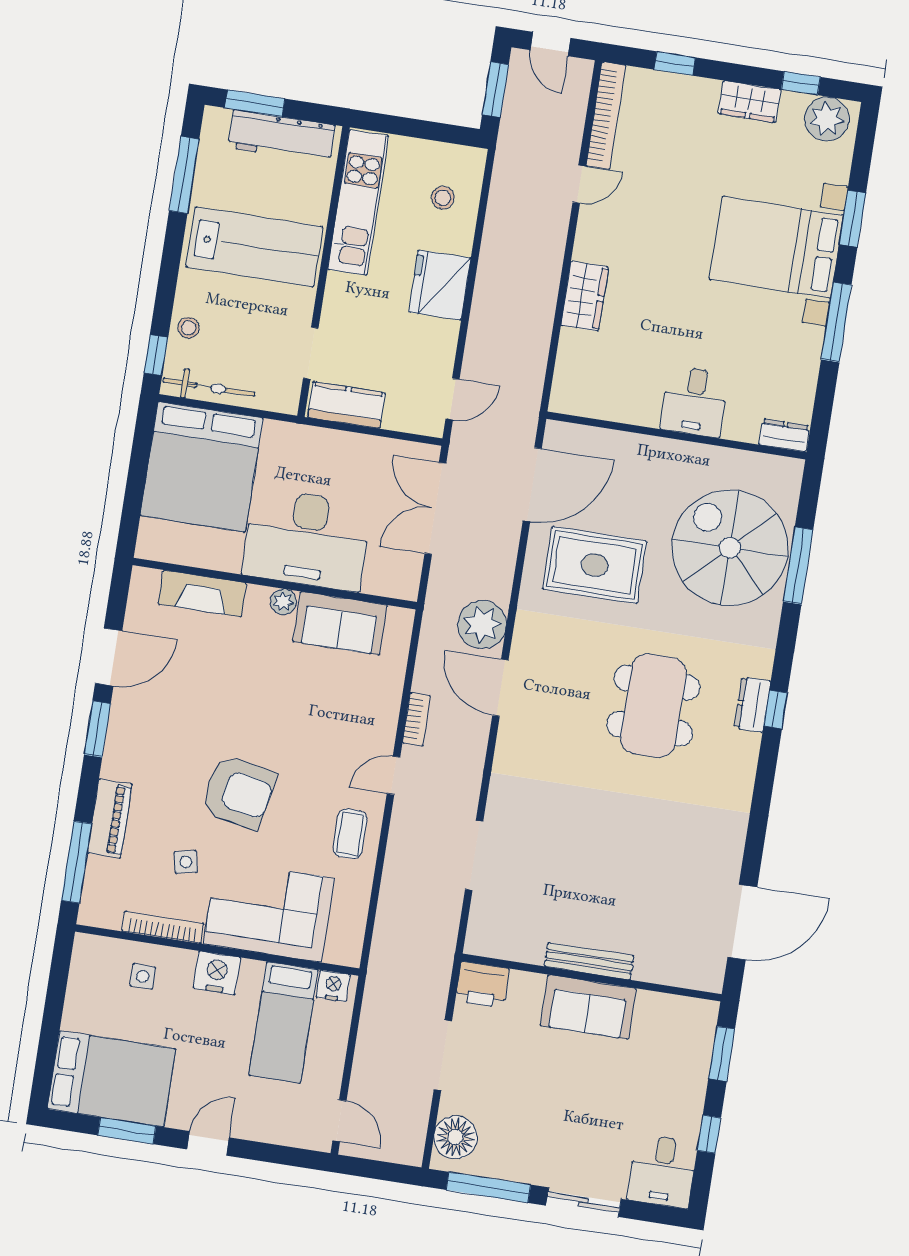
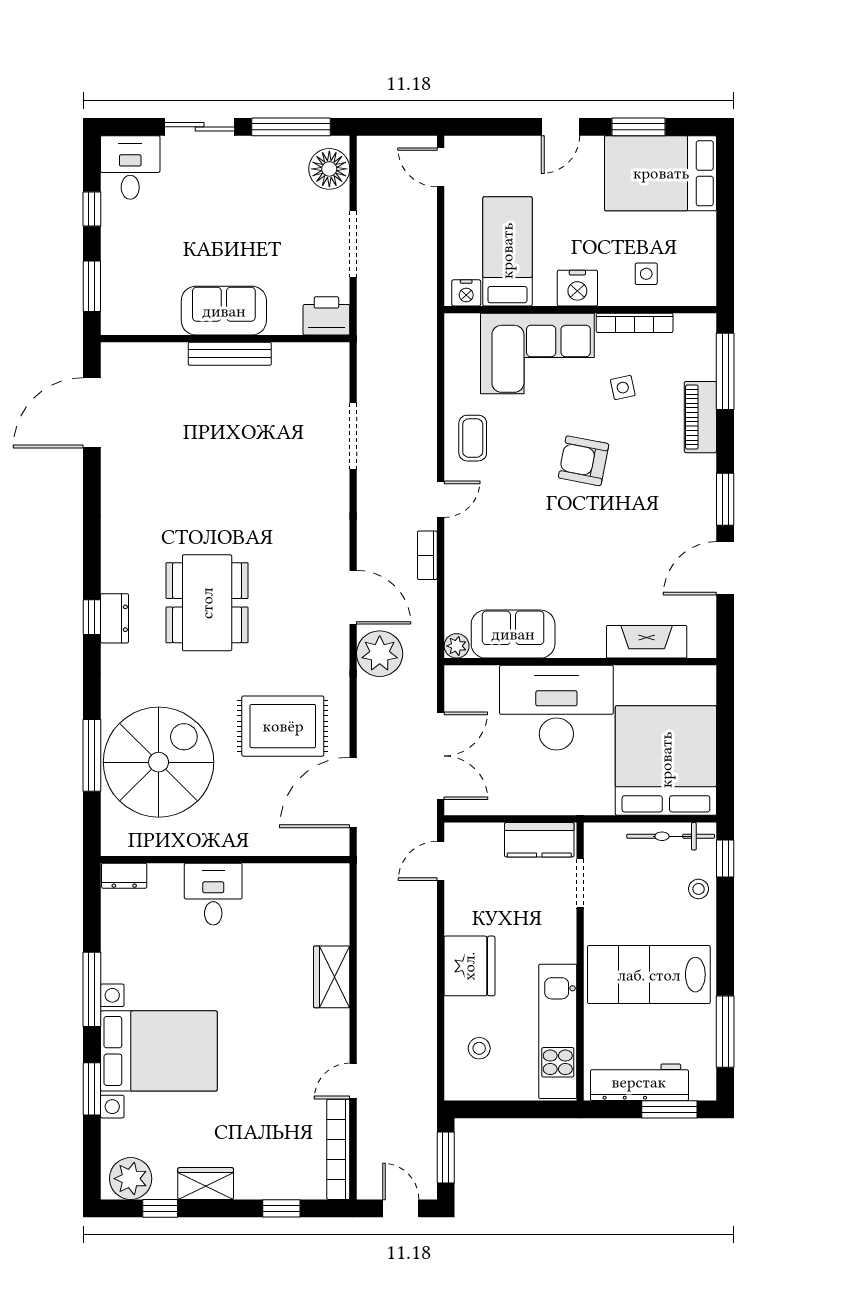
spiral stairs: (730, 548) -> (159, 762), turned -90
plant: (283, 602) -> (457, 646), moved
armchair: (238, 792) -> (584, 461), width x0.73, depth x0.73

